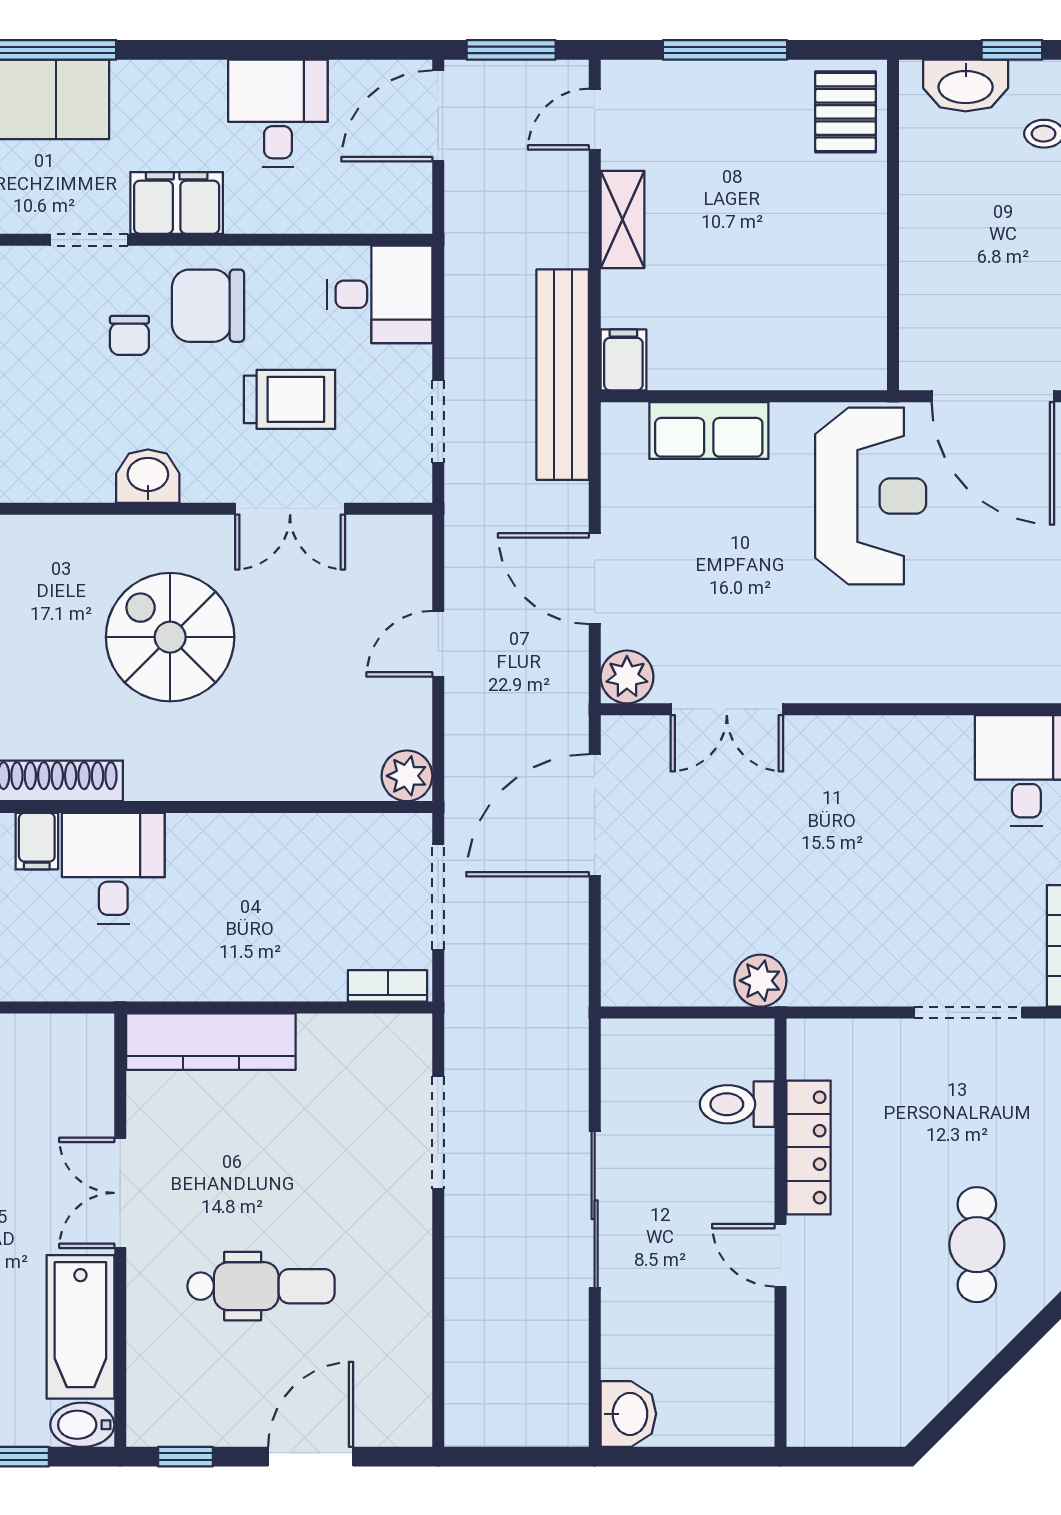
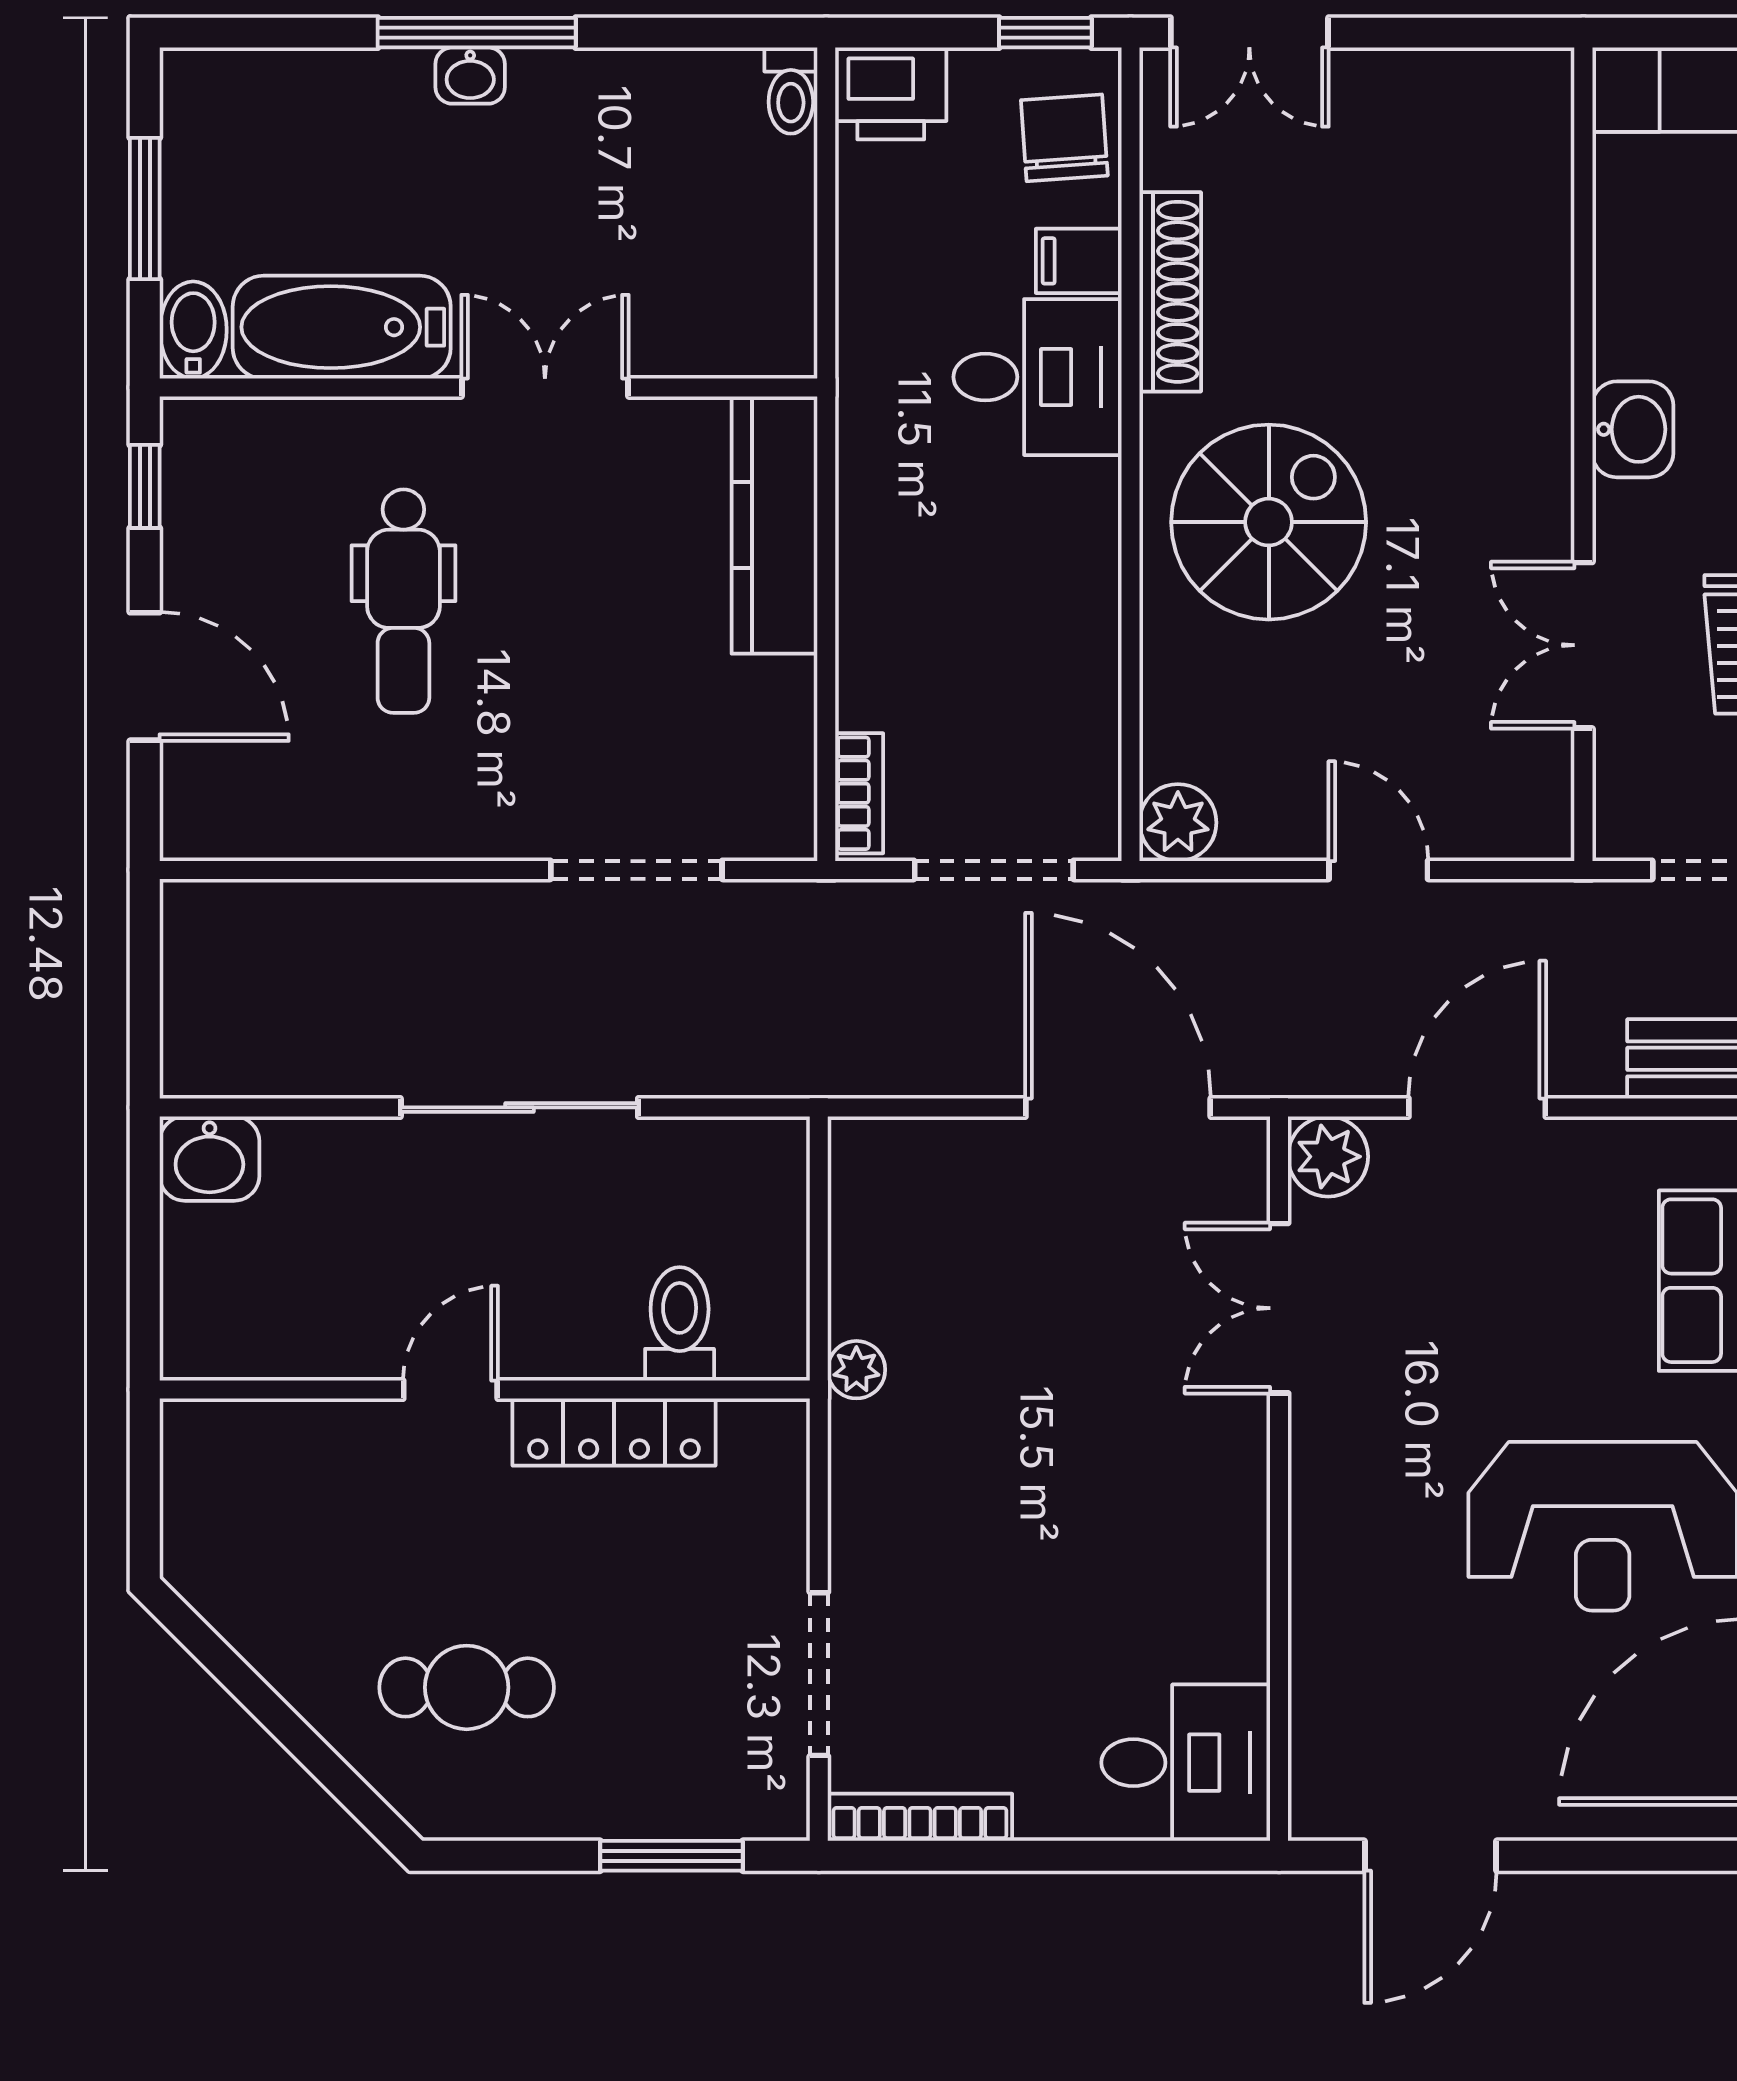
spiral stairs: (170, 637) -> (1269, 522), moved
plant: (760, 981) -> (856, 1370), width x0.73, depth x0.73

